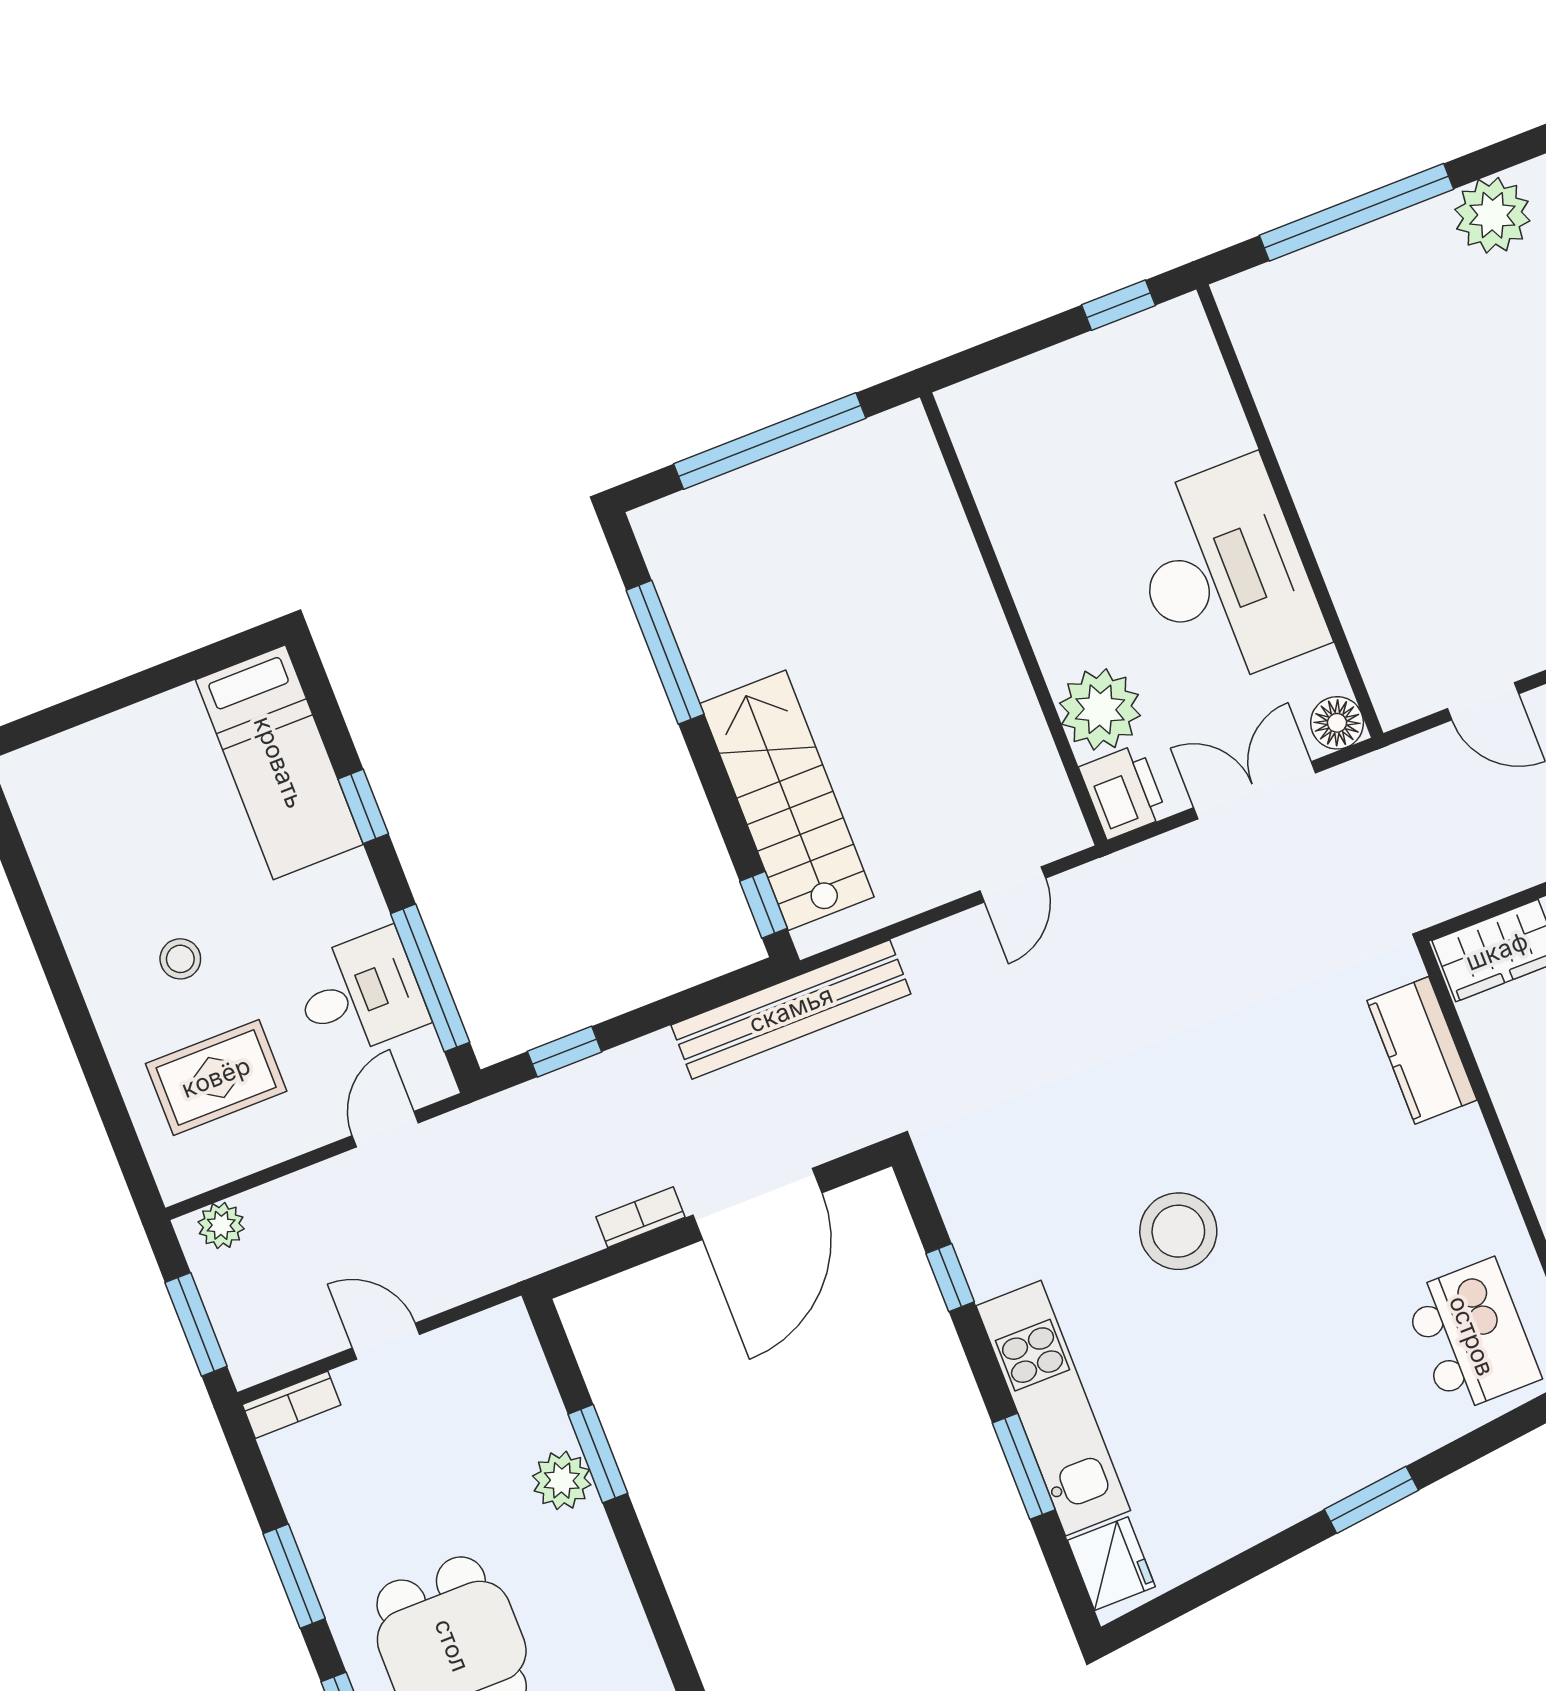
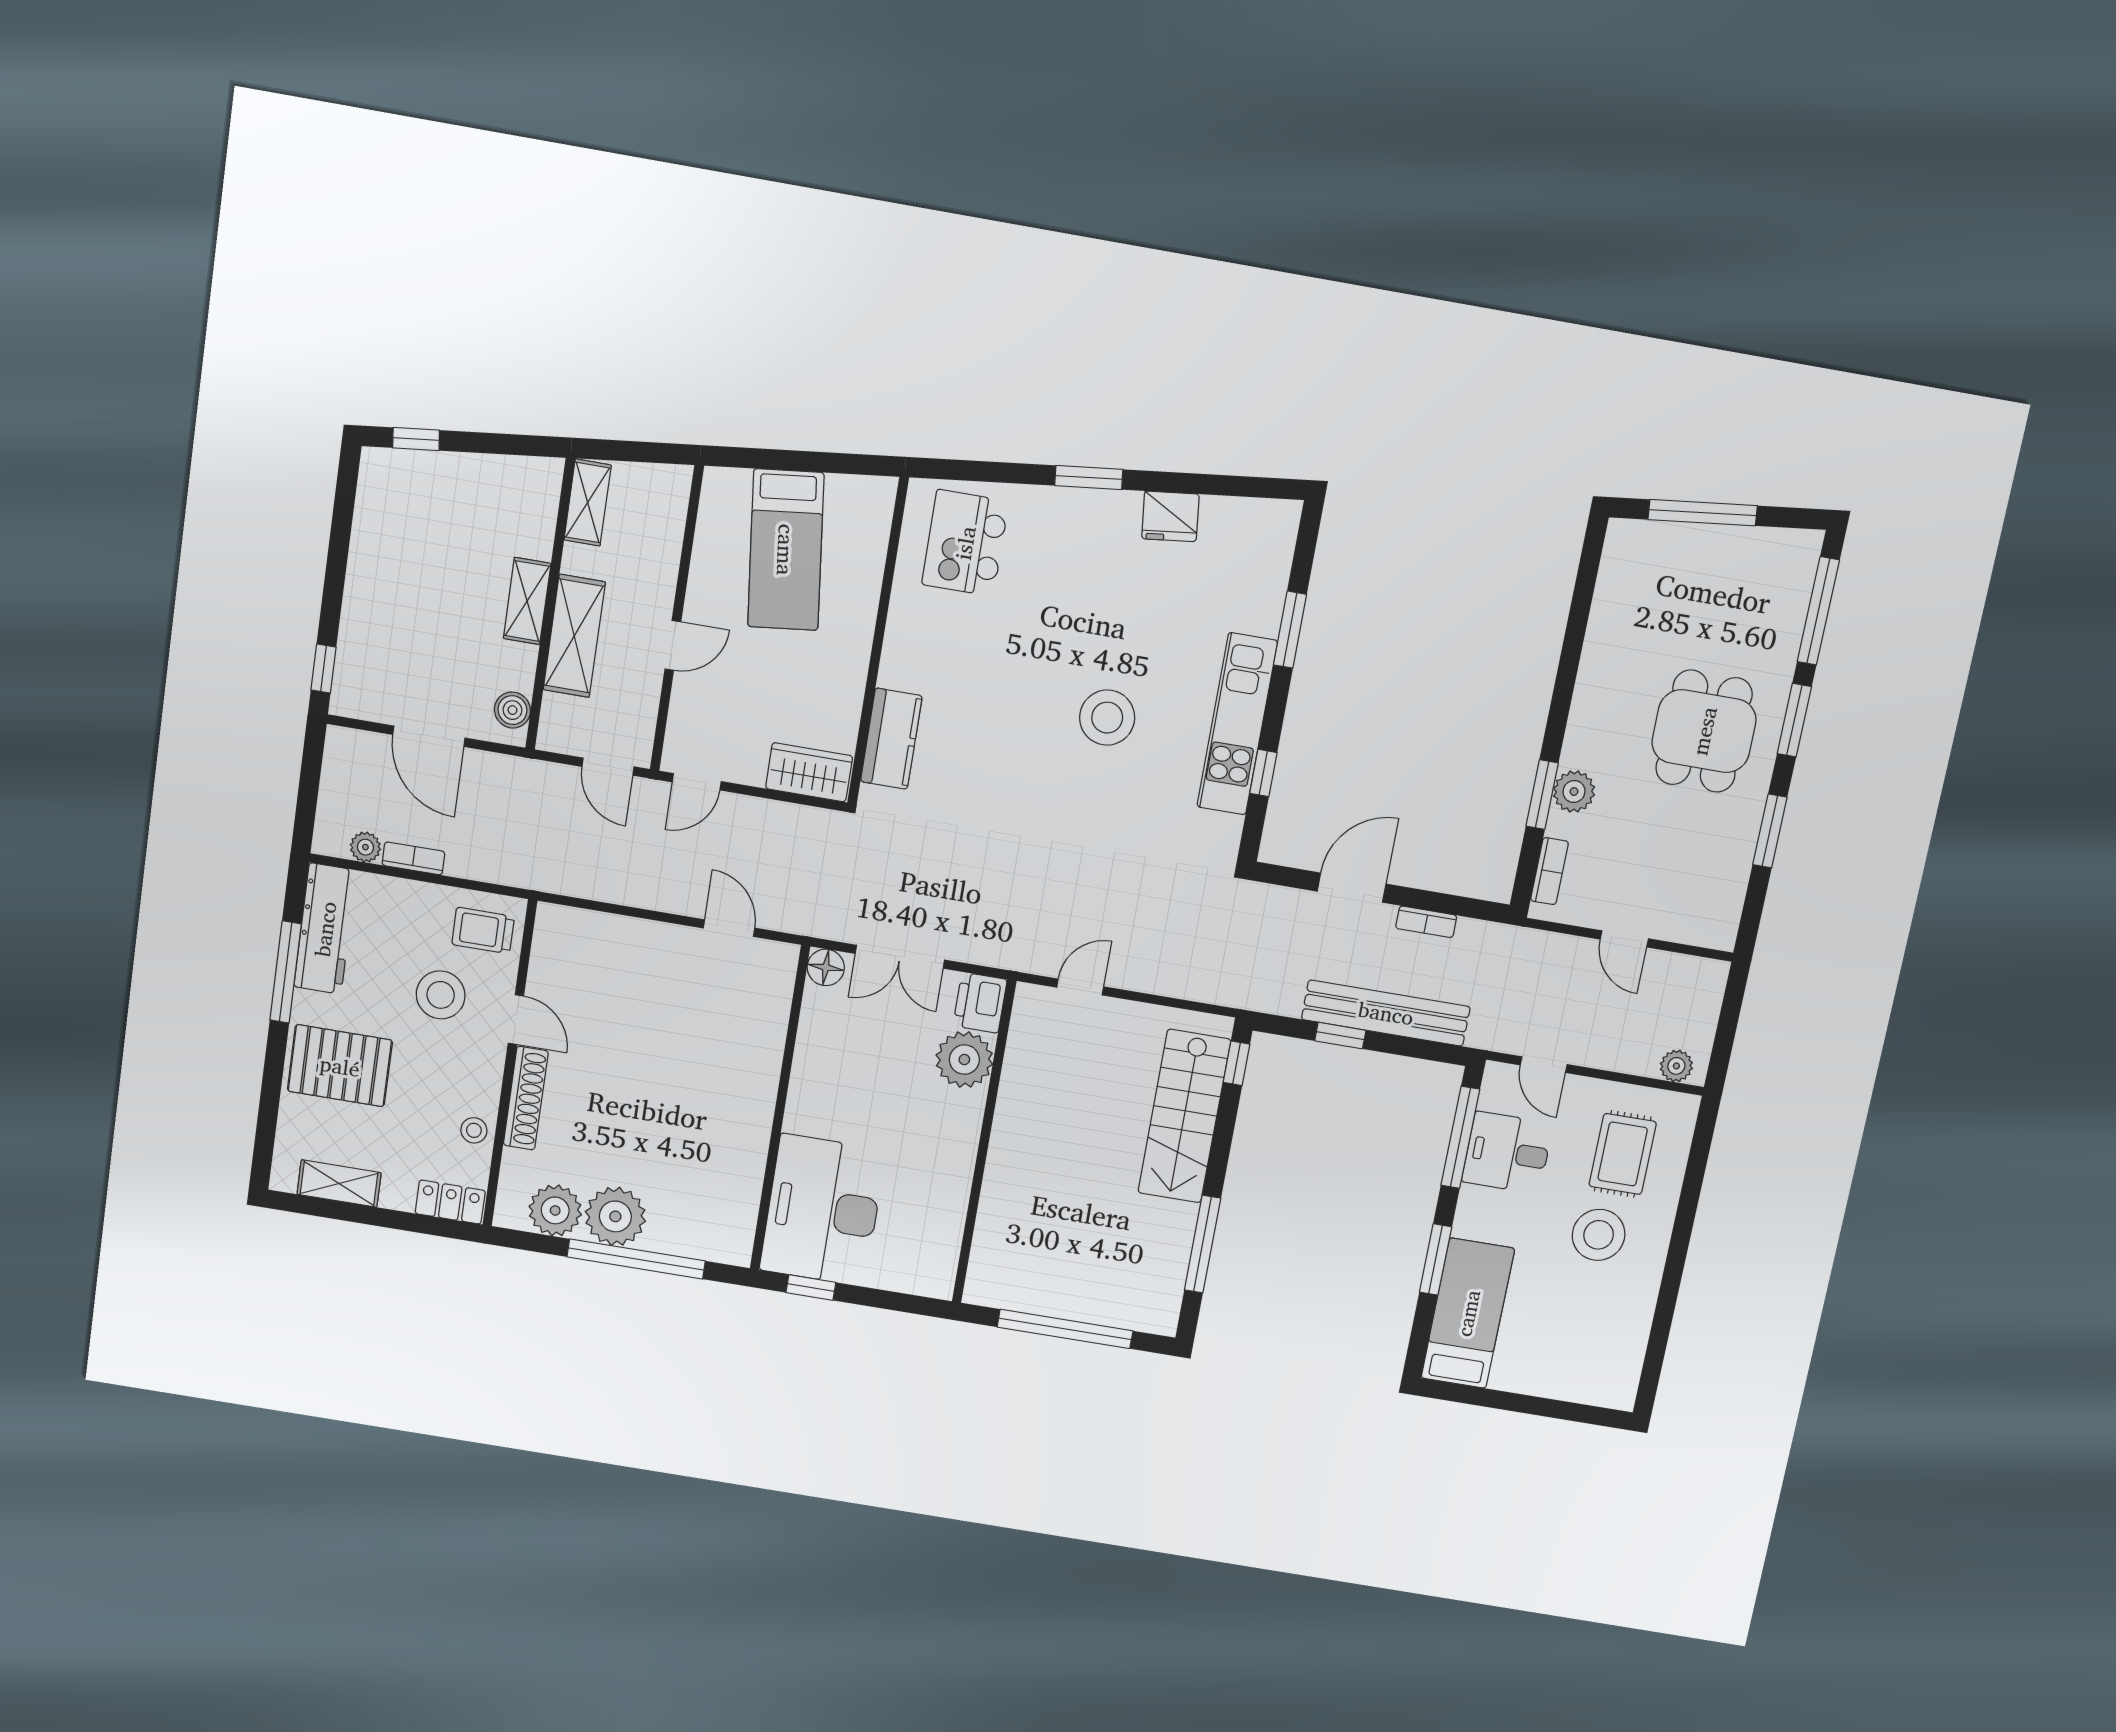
plant: (1414, 252) -> (615, 1216), added
desk: (1224, 574) -> (823, 1210), moved
window: (363, 806) -> (1435, 1260), width x1.50
stool: (180, 959) -> (1599, 1235), width x1.89, depth x1.89
bench: (791, 1009) -> (1386, 1013), moved
window: (565, 1052) -> (1340, 1036), moved
rug: (216, 1077) -> (1623, 1154), turned 90
door: (385, 1129) -> (1544, 1065), hinge flipped
door: (757, 1204) -> (1352, 888), width x0.73
window: (196, 1324) -> (1729, 1017), removed
bookcase: (291, 1405) -> (1549, 871), moved, turned 90
kitchen unit: (1053, 1408) -> (1237, 724), moved
fridge: (1111, 1564) -> (1170, 516), moved, turned -96

